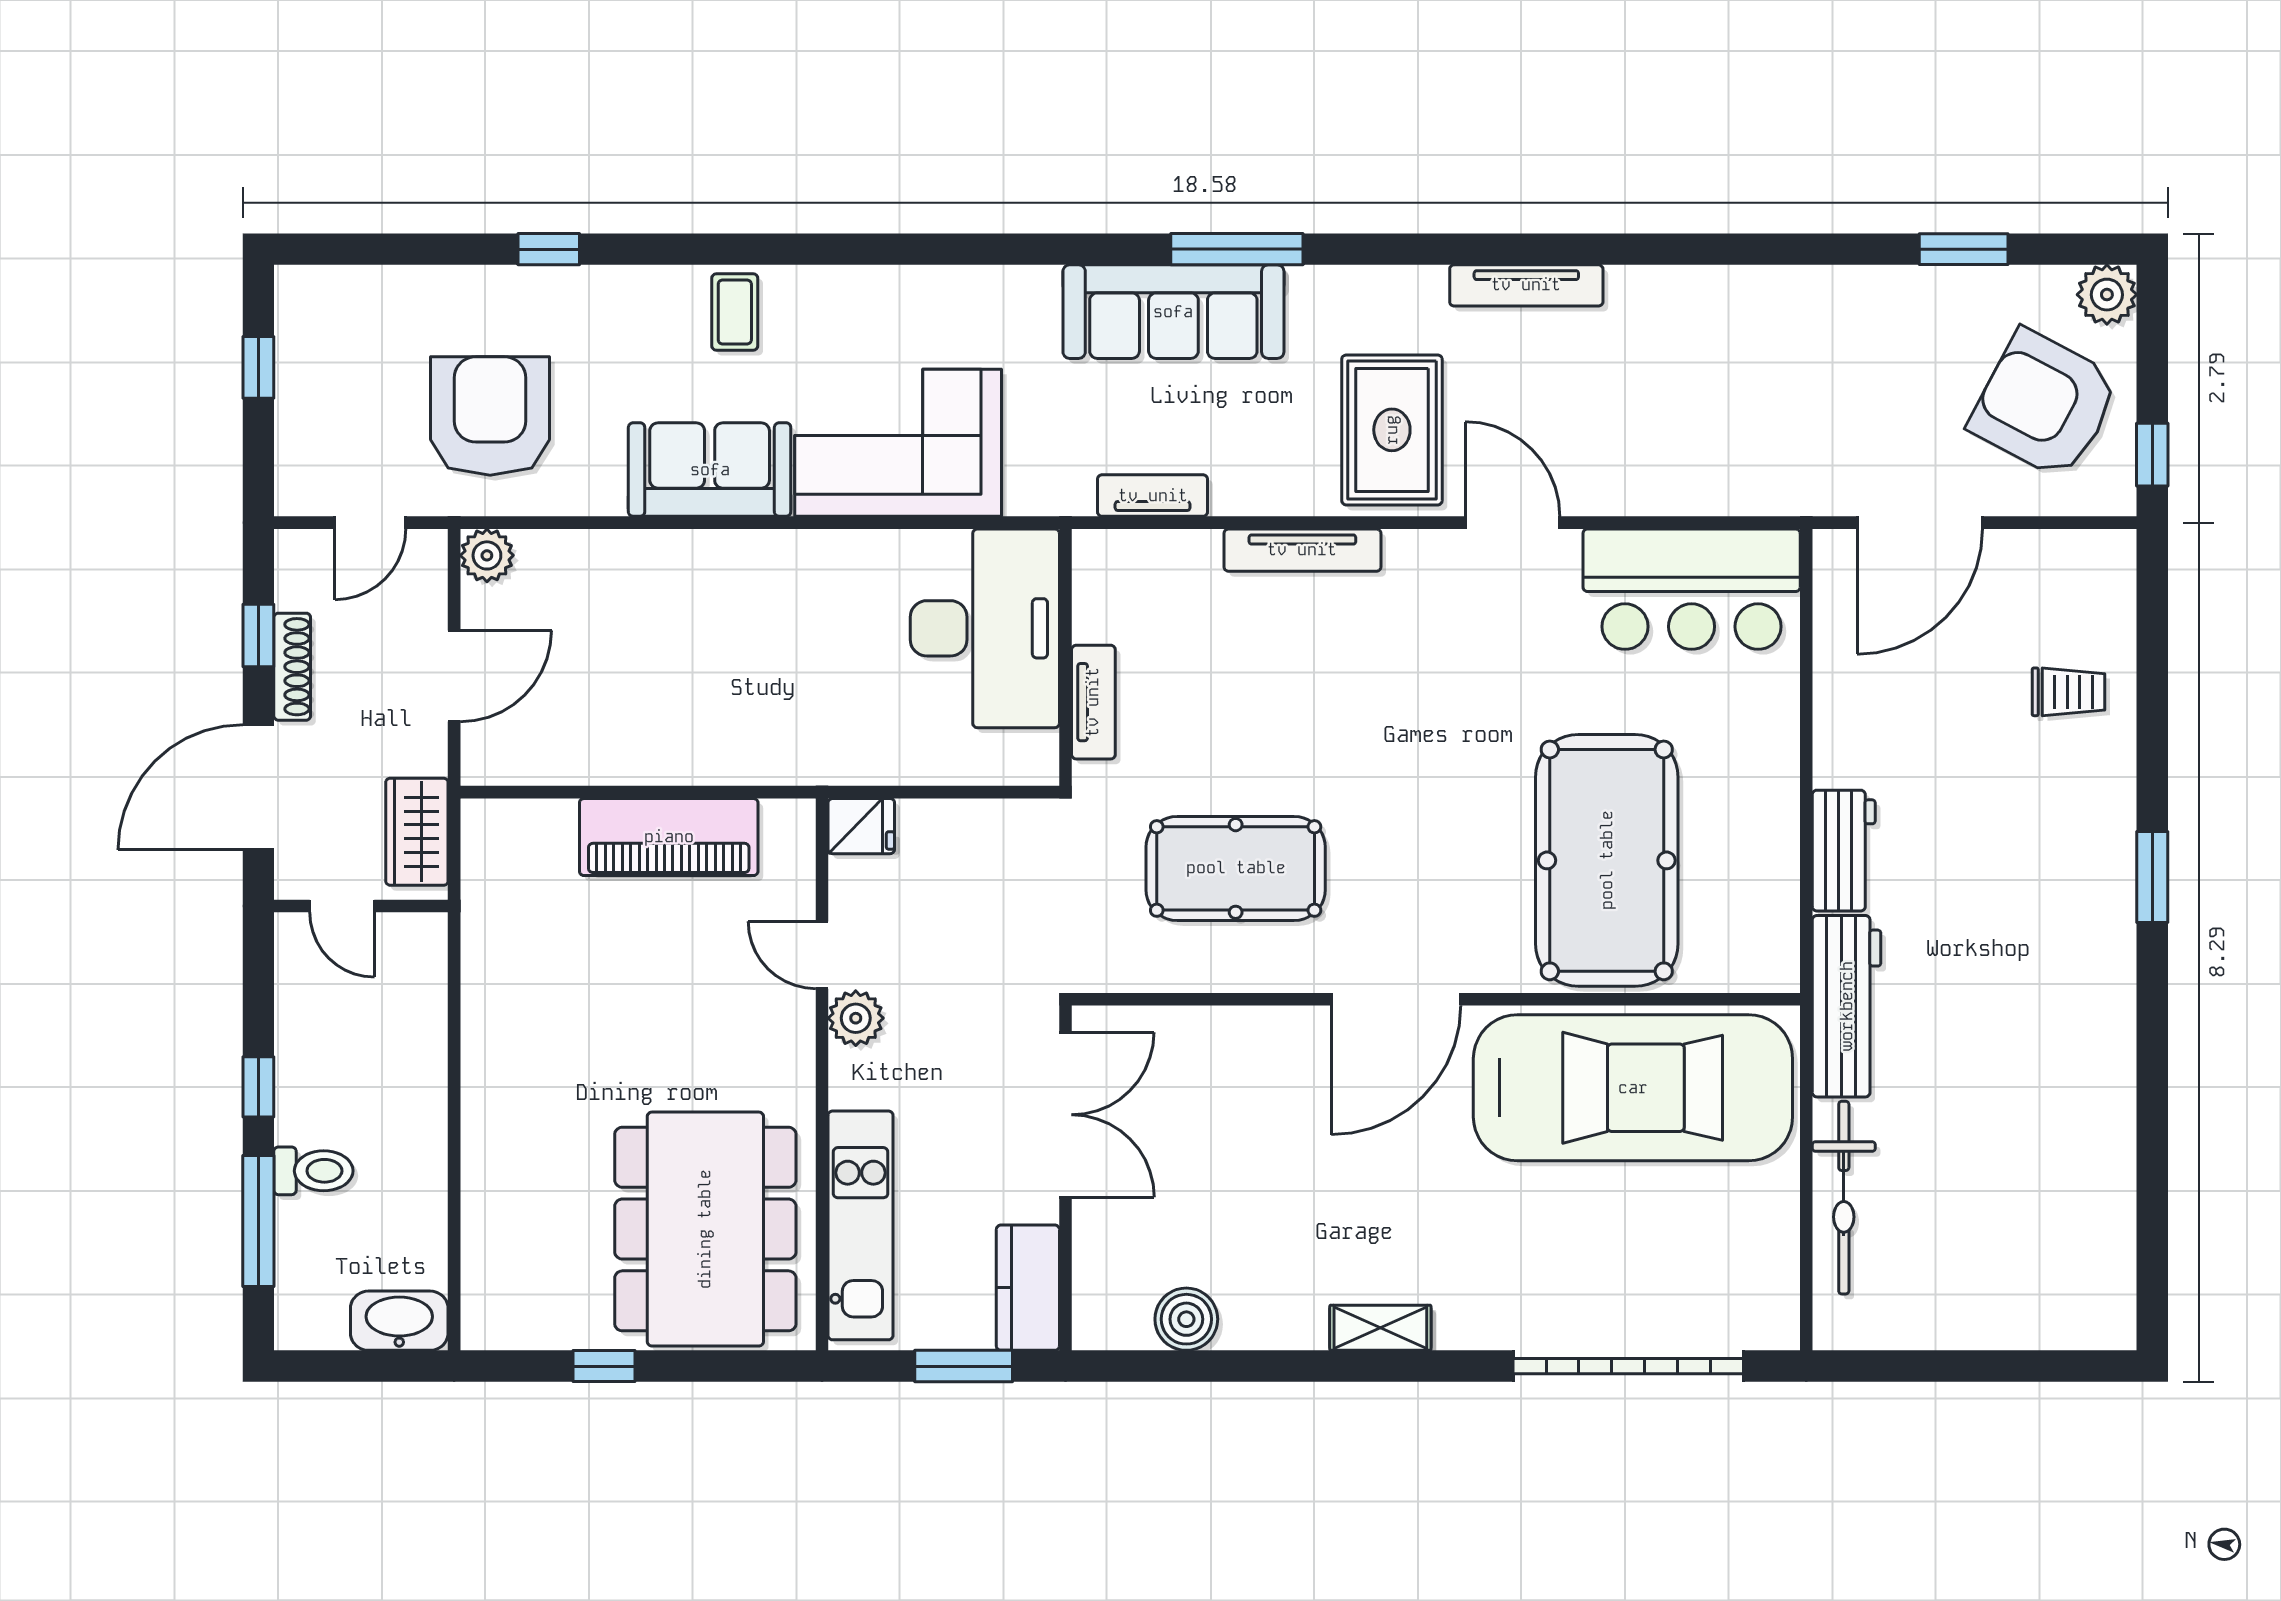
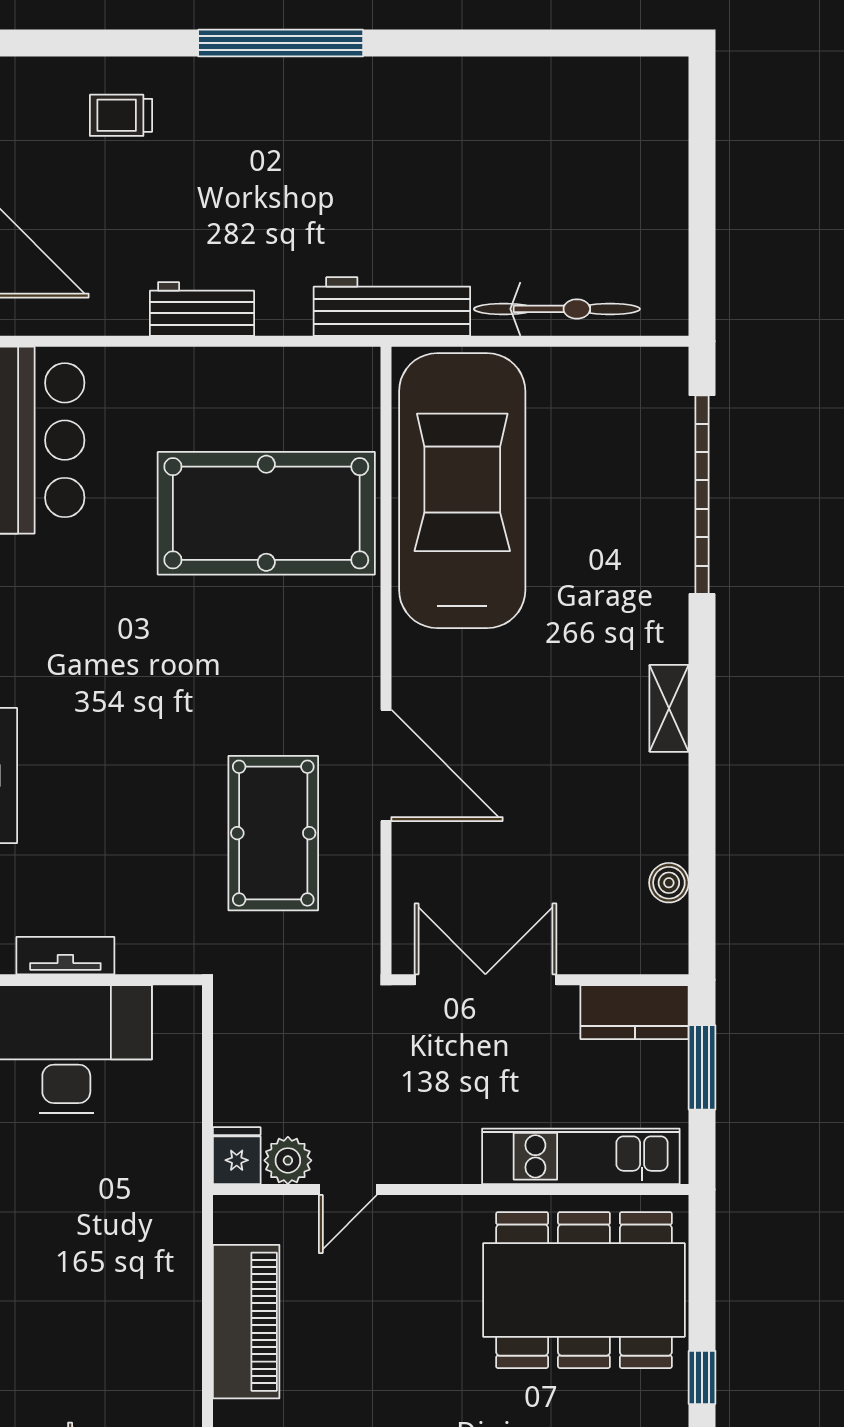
trolley: (2069, 692) -> (121, 115), turned -90
tv unit: (1093, 702) -> (65, 956), moved
workbench: (1844, 851) -> (202, 309), moved
window: (2152, 877) -> (281, 43), width x2.11
door: (1396, 999) -> (386, 765), moved
plant: (856, 1018) -> (288, 1160), moved
boiler: (1186, 1319) -> (669, 883), width x0.73, depth x0.73

